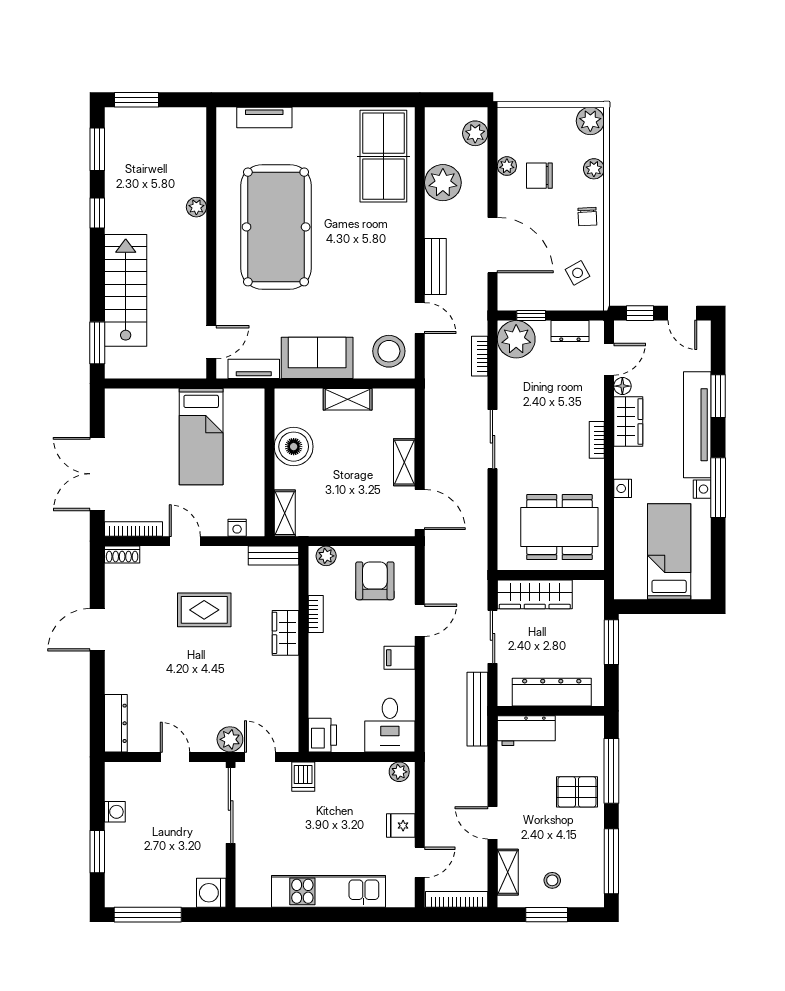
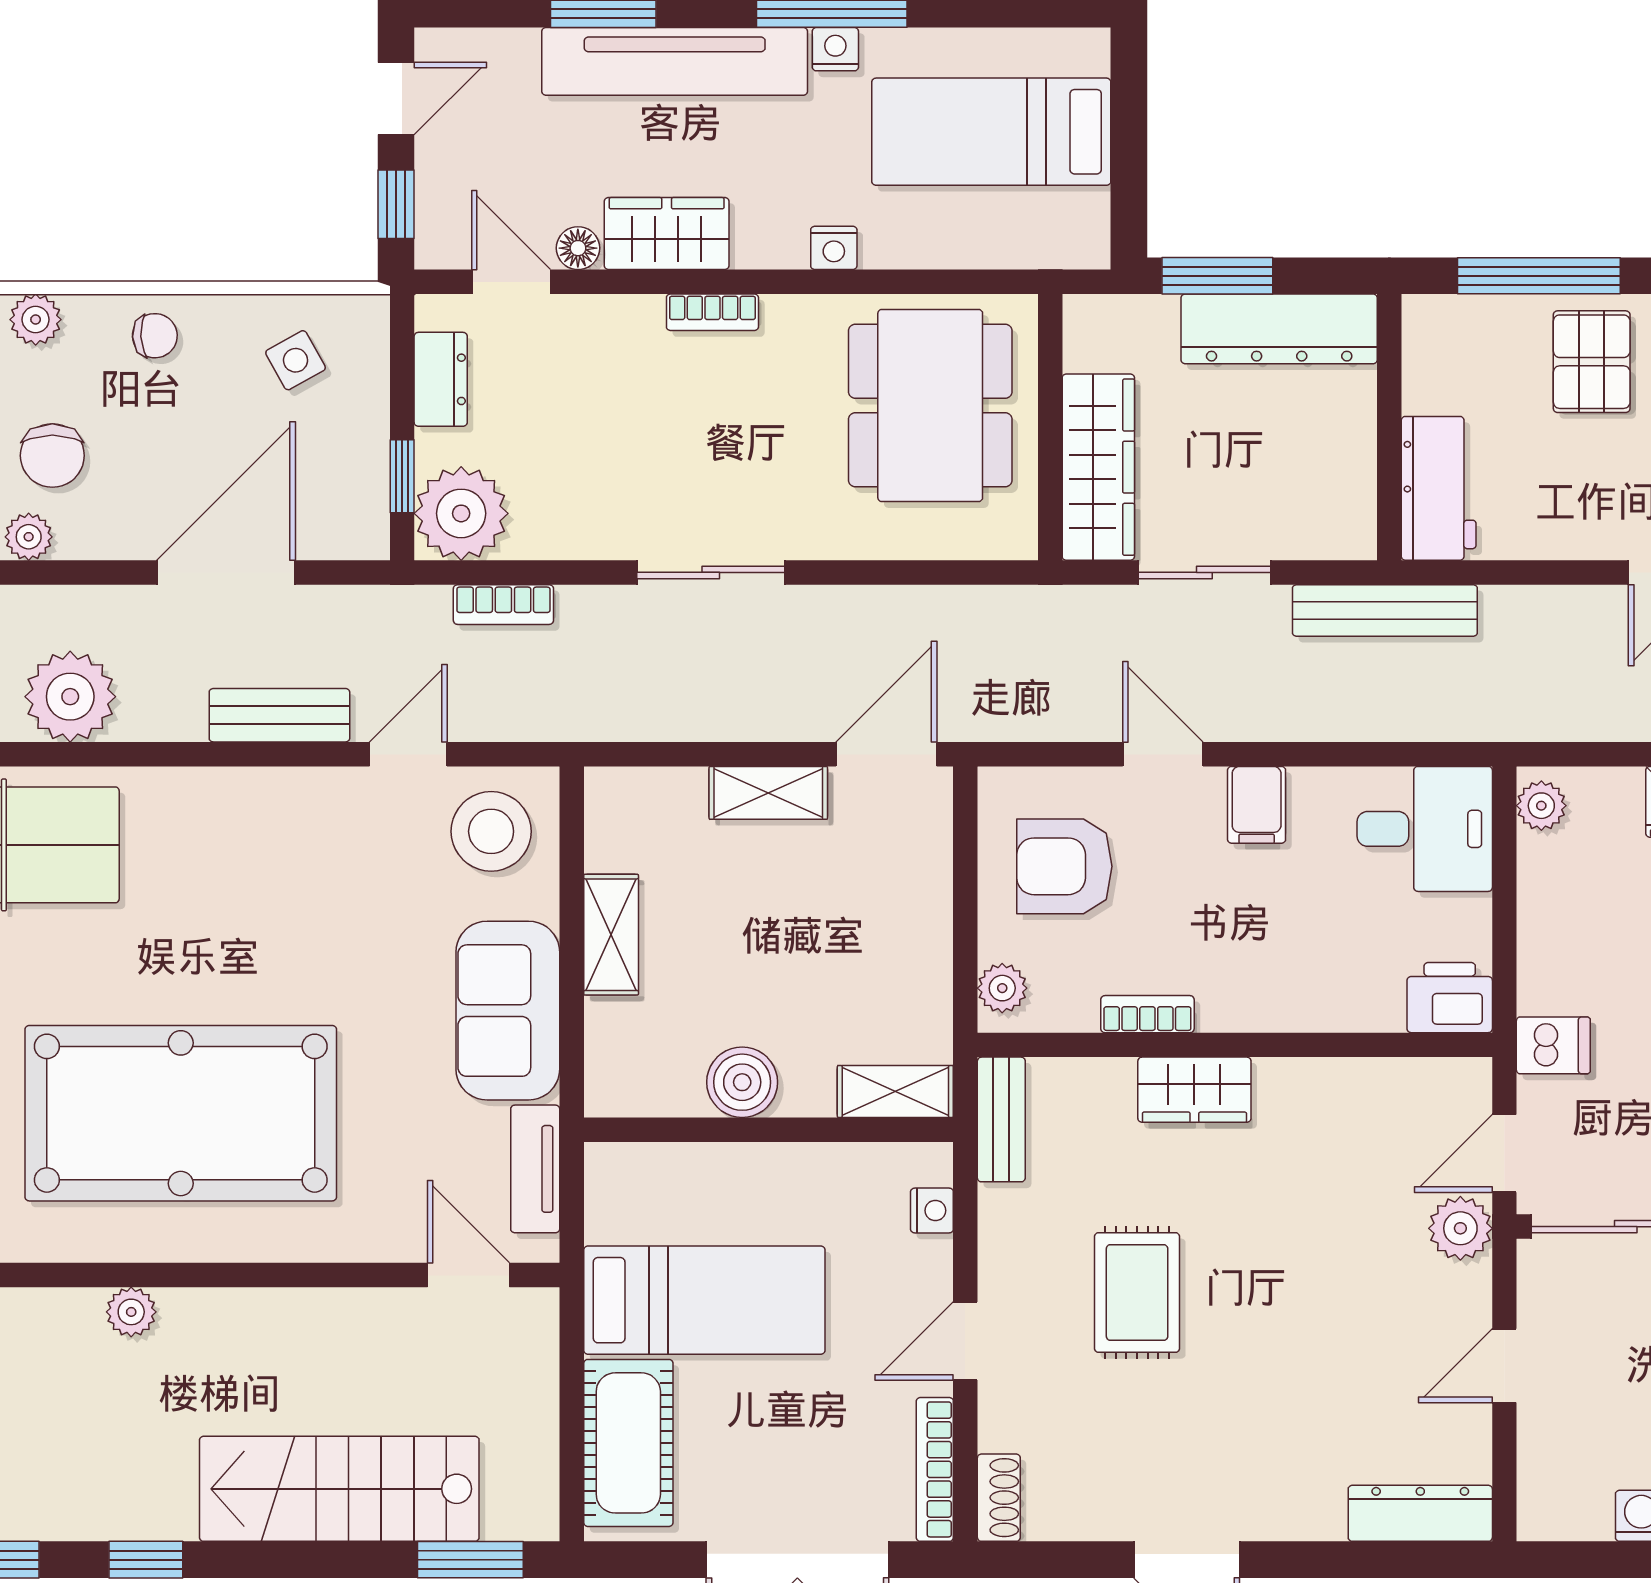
cot: (144, 406) -> (628, 1443), added
boiler: (294, 447) -> (742, 1082), width x0.73, depth x0.73
dresser: (552, 692) -> (1279, 329), moved, turned -90

